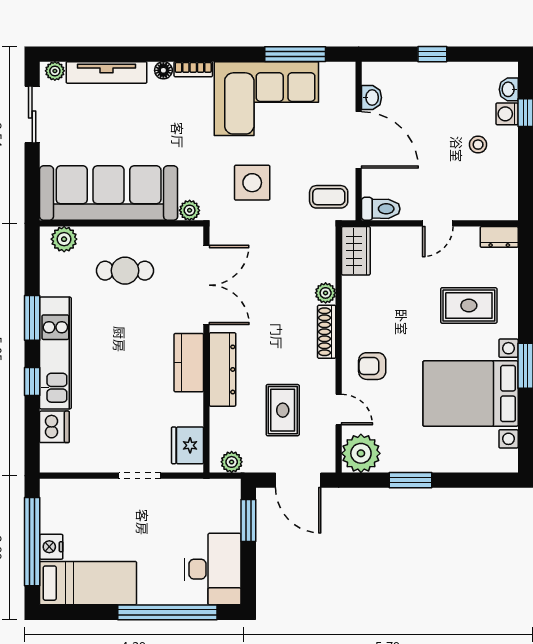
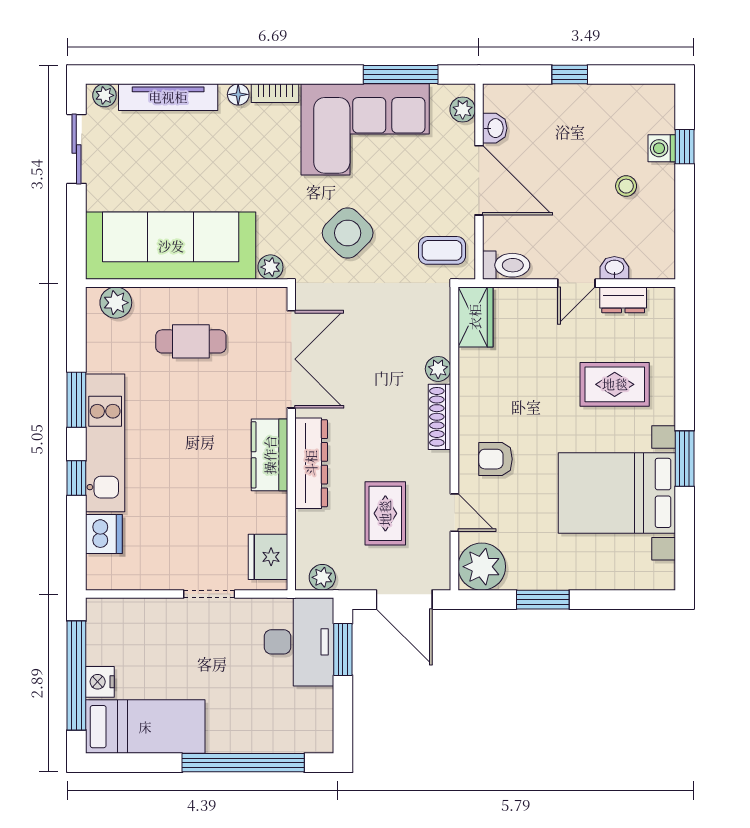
plant: (345, 82) -> (463, 109), added
washbasin: (509, 89) -> (614, 268), moved, turned 90
side table: (252, 183) -> (348, 233), turned 45
dresser: (499, 237) -> (623, 300), moved
desk: (213, 569) -> (299, 642), moved

